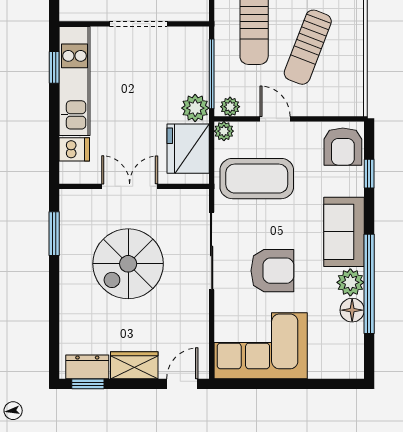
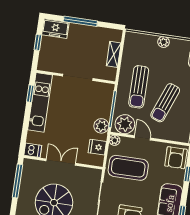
plant: (230, 107) -> (125, 124), width x1.88, depth x1.88
dishwasher: (74, 149) -> (33, 150), moved
fridge: (188, 149) -> (97, 147), width x0.53, depth x0.75
window: (54, 234) -> (17, 181), width x1.44

